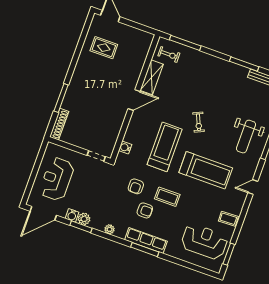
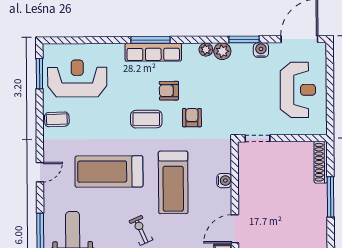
water cooler: (125, 148) -> (224, 181), moved
plant: (84, 219) -> (222, 51), moved
reception desk: (204, 241) -> (77, 78), turned 180

